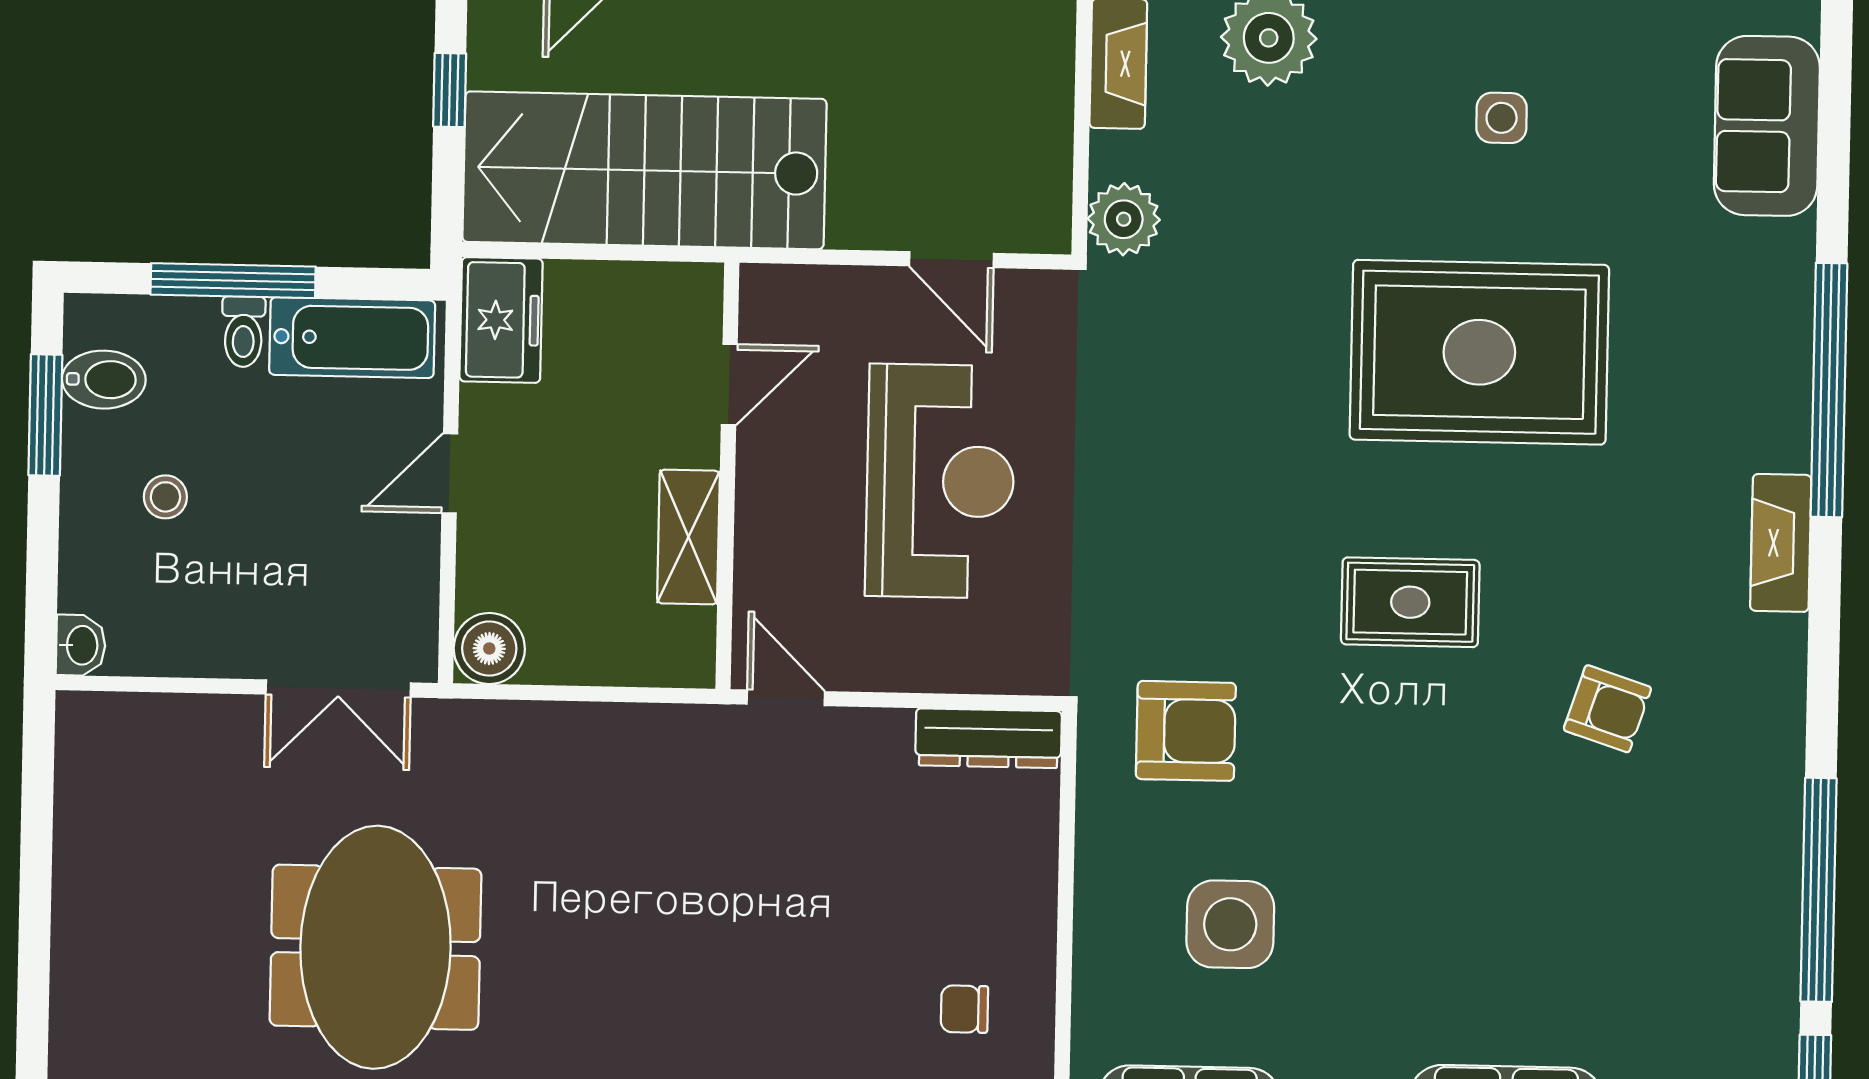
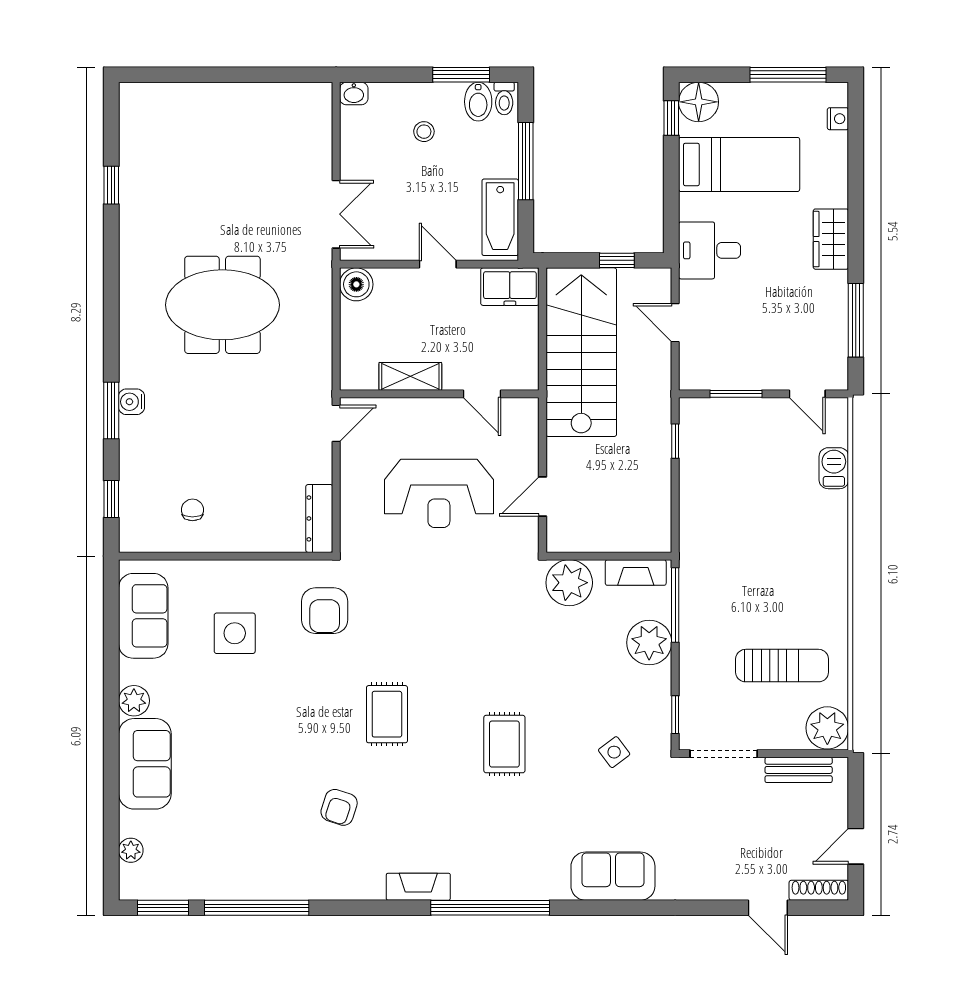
side table: (1502, 118) -> (614, 752), turned -37
plant: (1124, 219) -> (569, 583), width x1.36, depth x1.36
toilet: (243, 332) -> (504, 98), moved, turned -90
rug: (1479, 352) -> (504, 744), width x0.54, depth x0.49
double door: (338, 688) -> (336, 214), swing flipped
meeting table: (375, 947) -> (222, 305), moved

